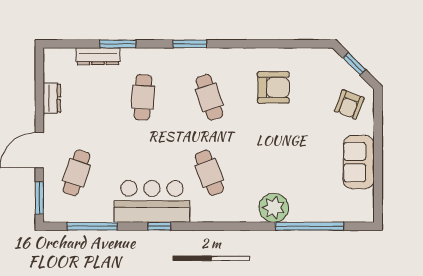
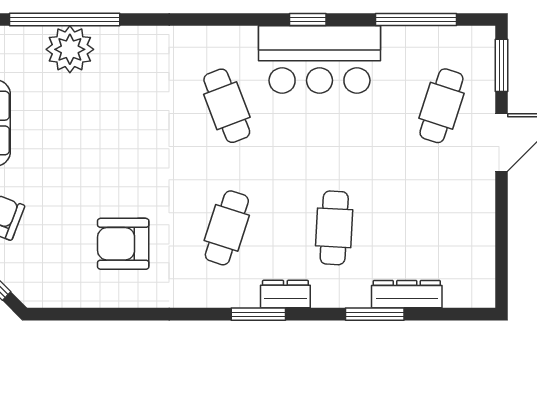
cafe table: (209, 97) -> (227, 228), turned 36
dresser: (52, 98) -> (285, 294), moved, turned 90
plant: (274, 208) -> (70, 49), moved

